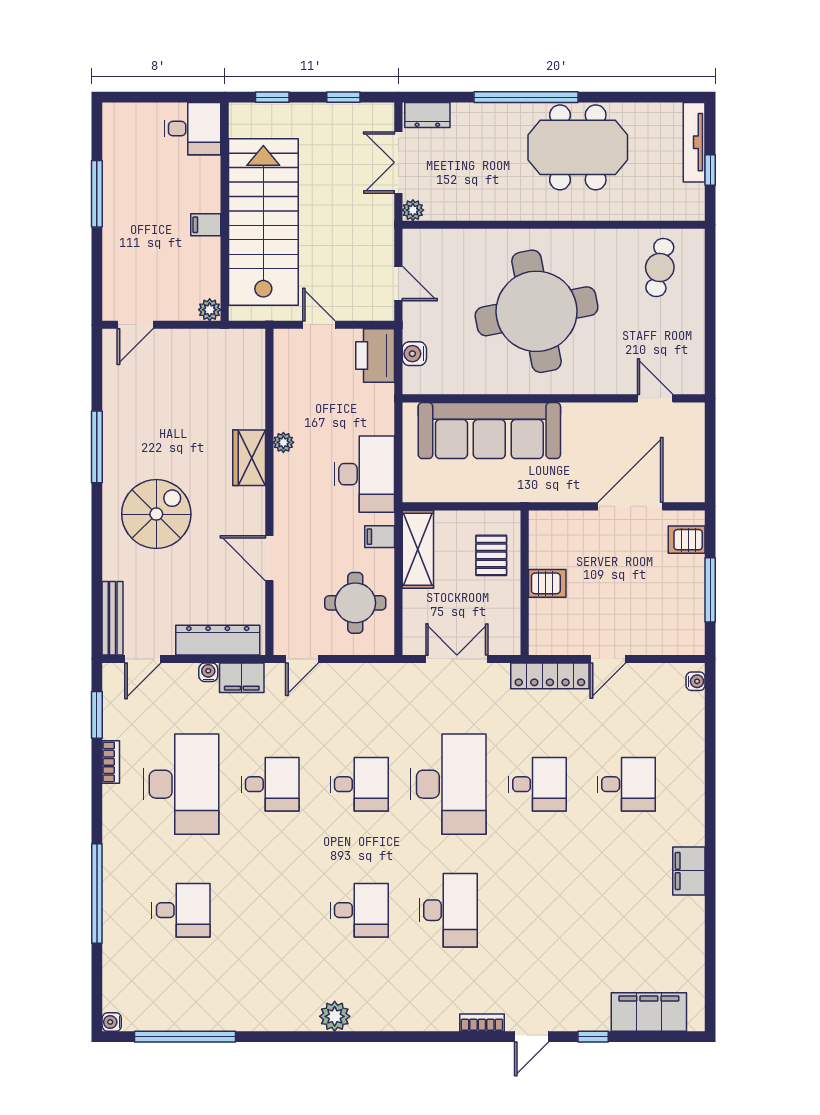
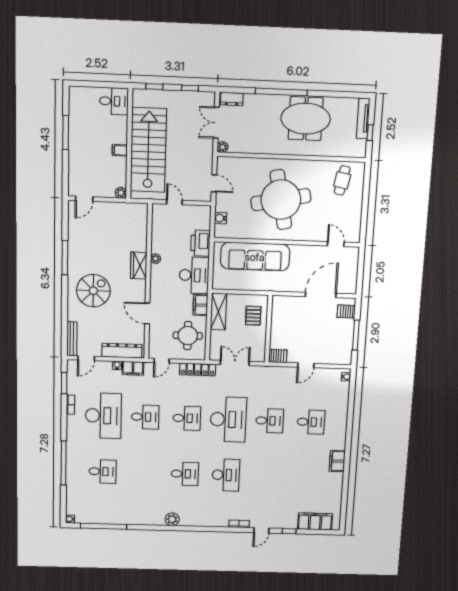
printer: (375, 356) -> (200, 243), moved
filing cabinet: (380, 537) -> (200, 305), width x2.00
server rack: (547, 583) -> (278, 356), moved
locker: (550, 676) -> (198, 370), moved

